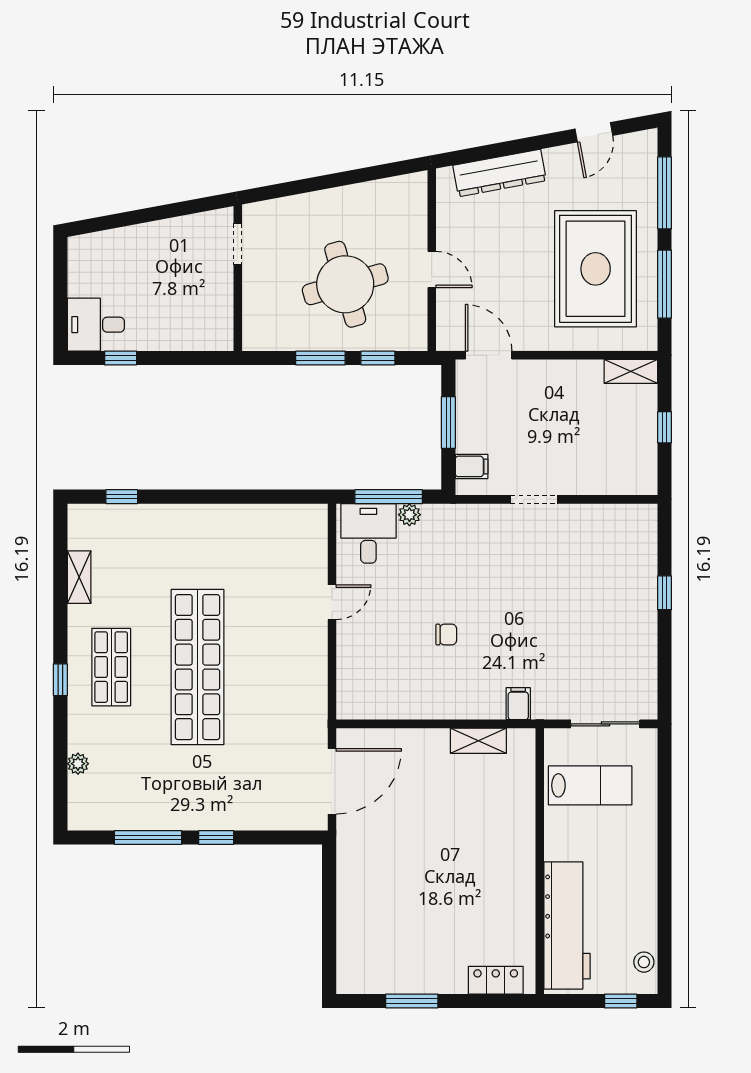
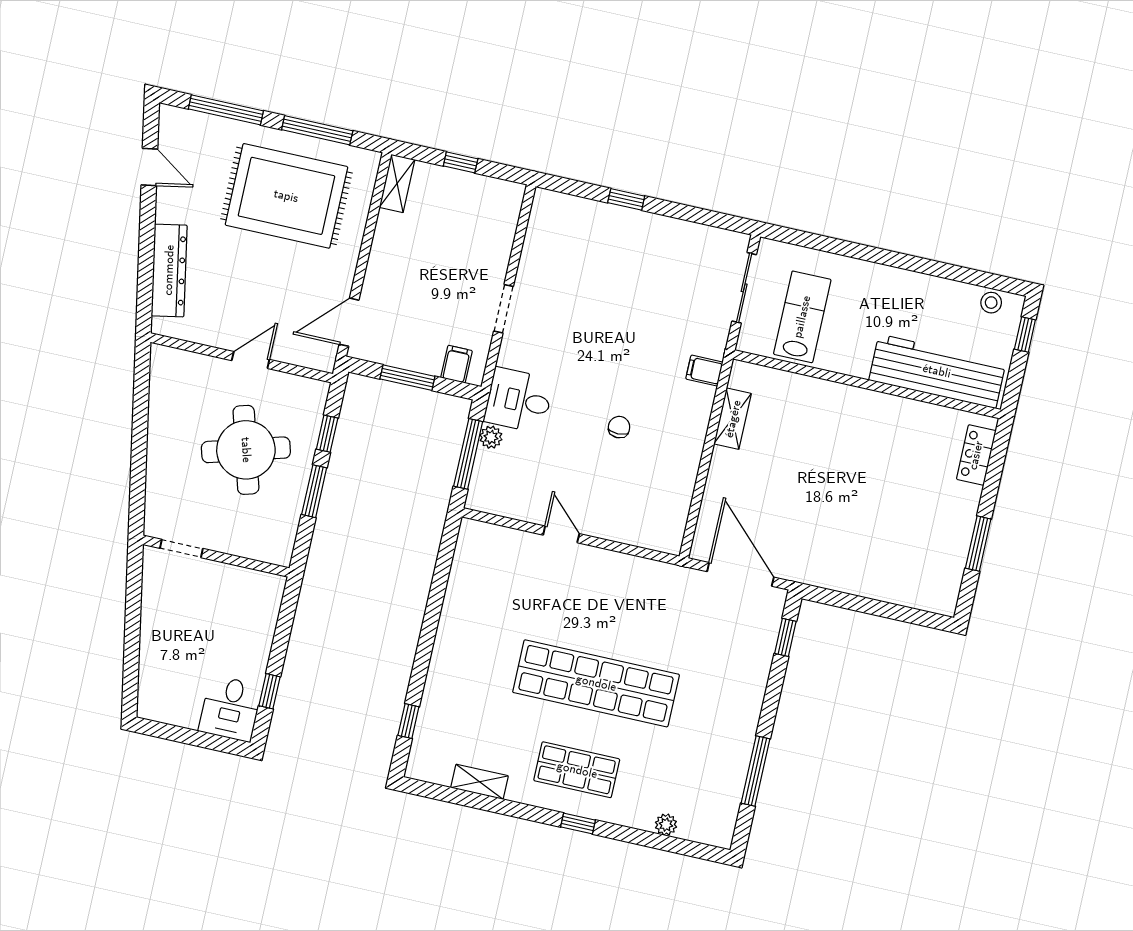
desk: (368, 533) -> (519, 400), moved
window: (216, 838) -> (785, 637), moved

